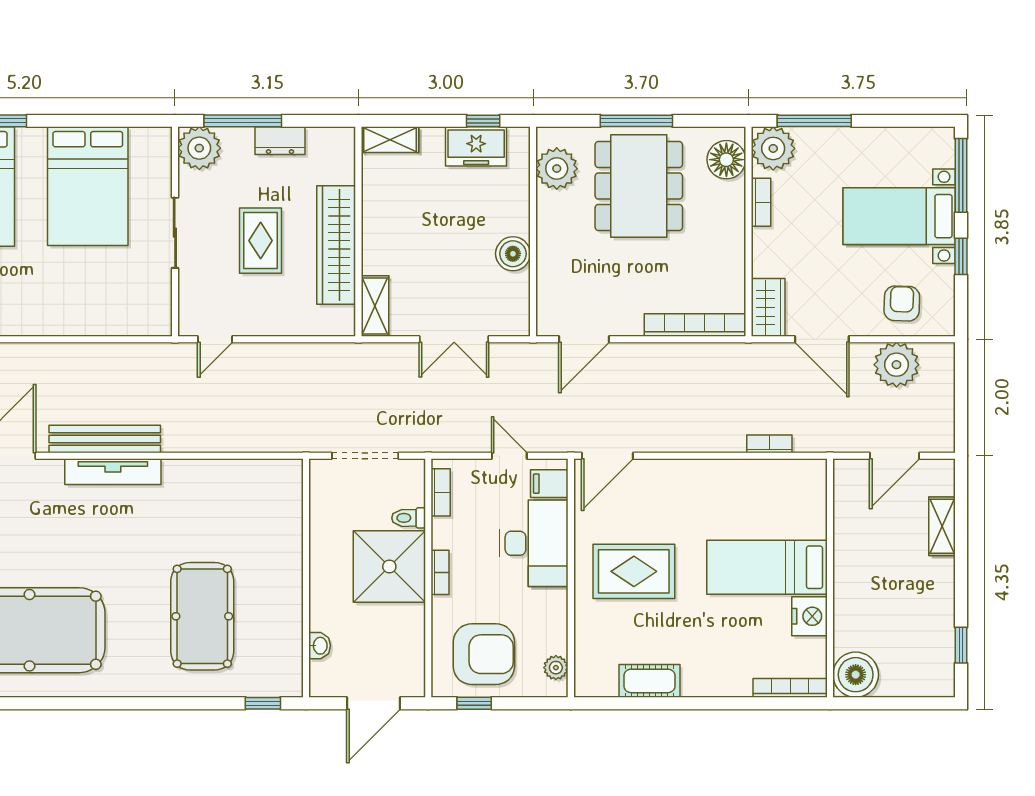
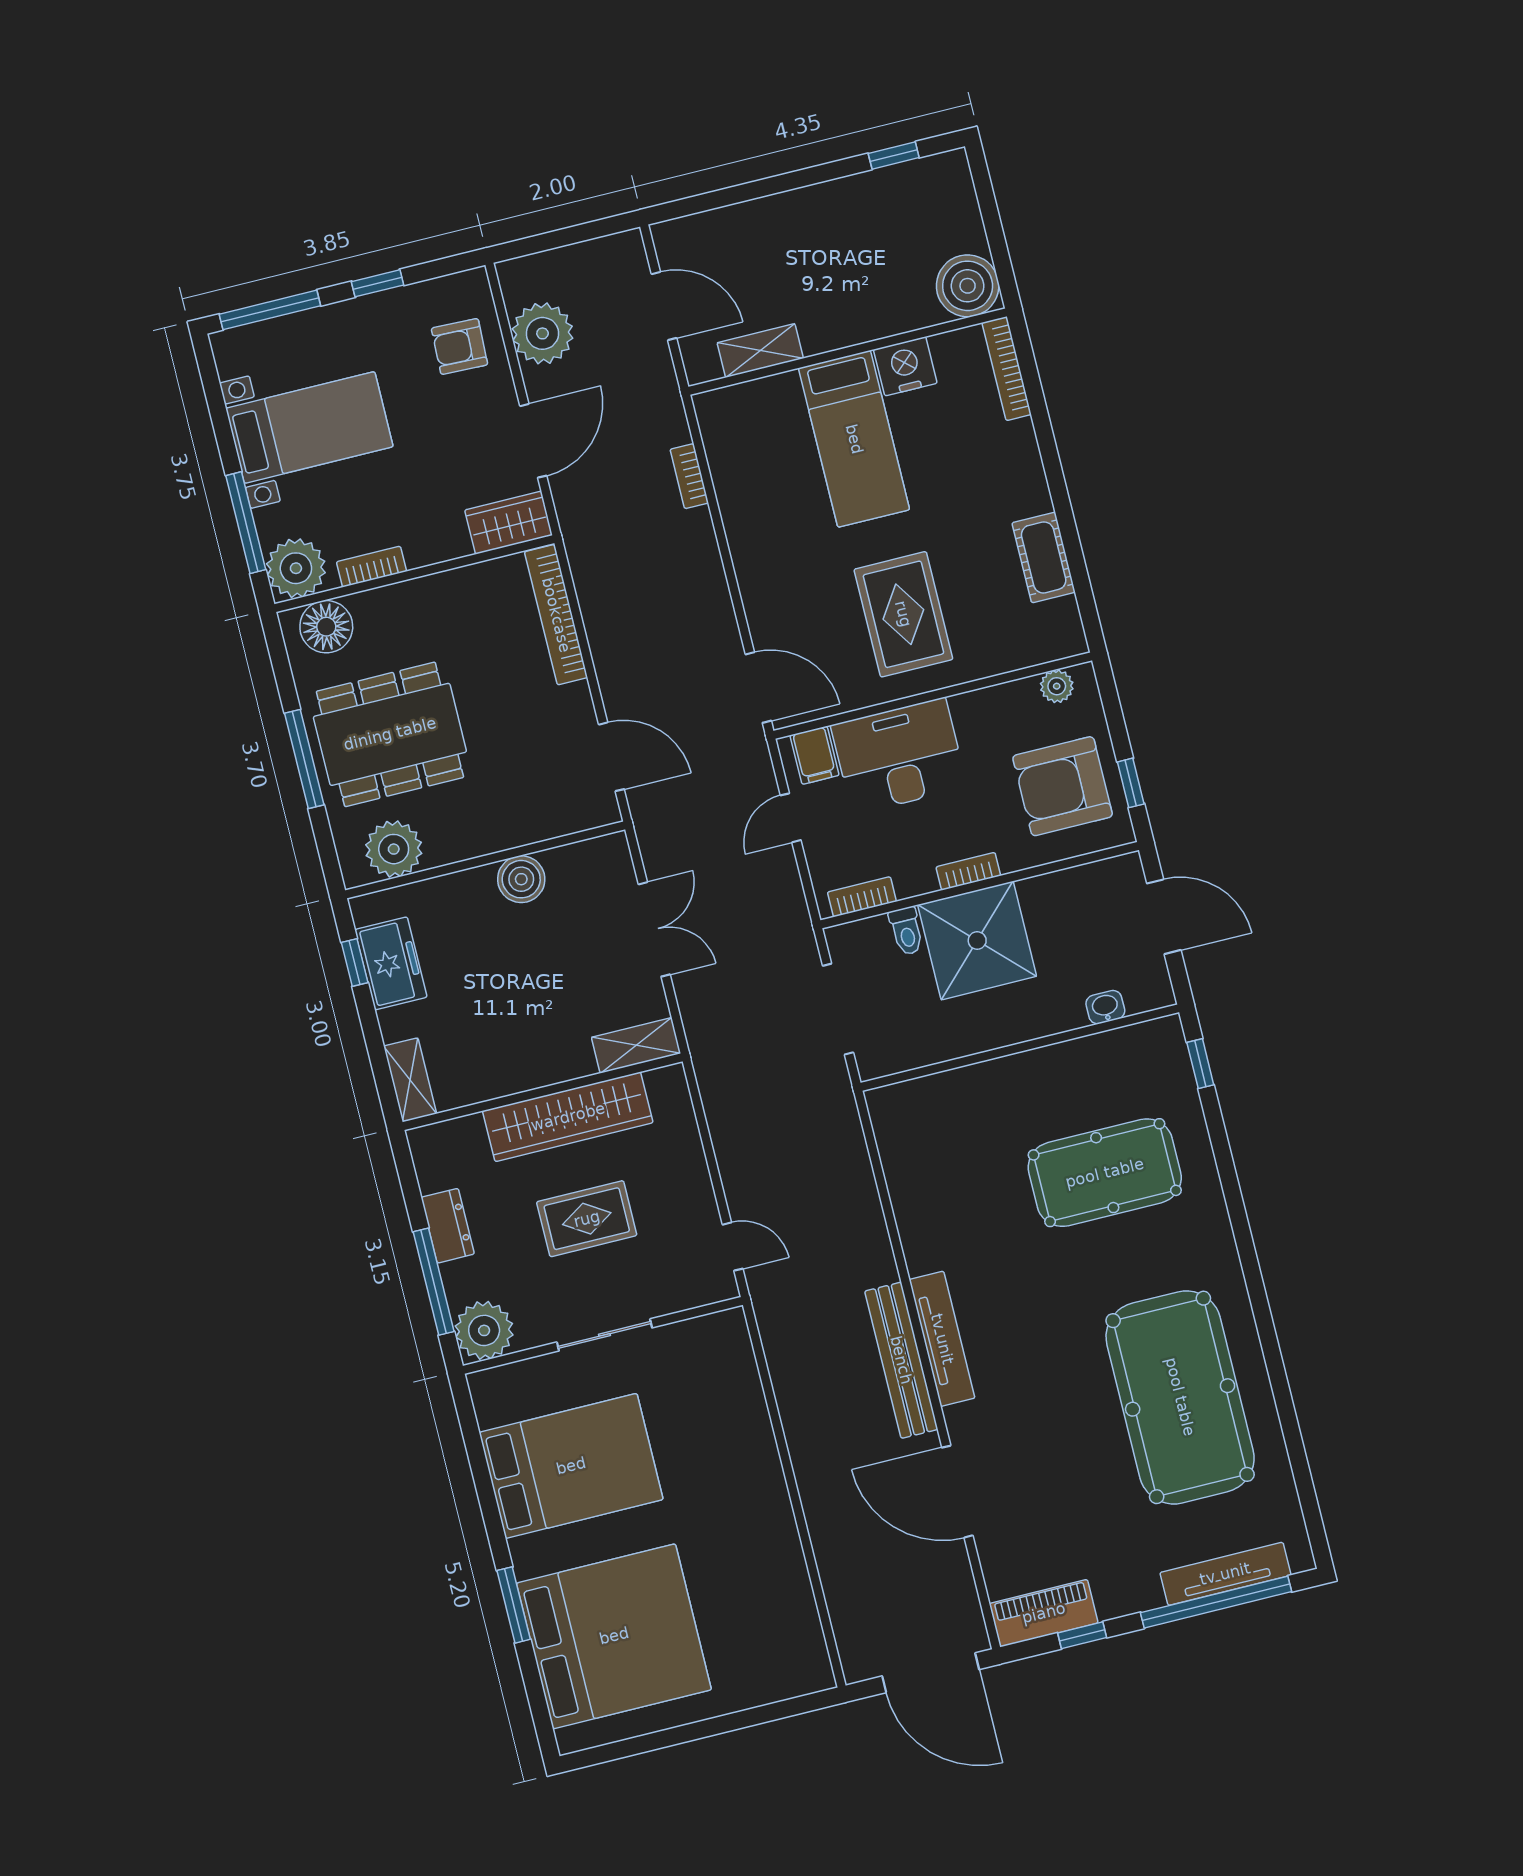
bed with nightstands: (899, 216) -> (309, 427), moved, turned -90
shelving: (942, 526) -> (760, 351), moved
armchair: (484, 654) -> (1063, 786), turned -90

